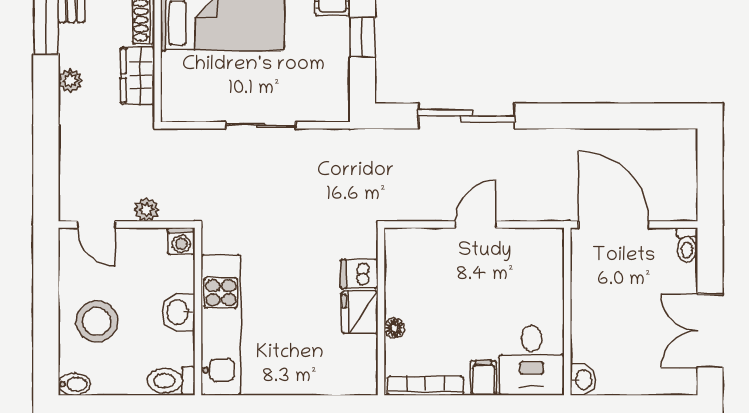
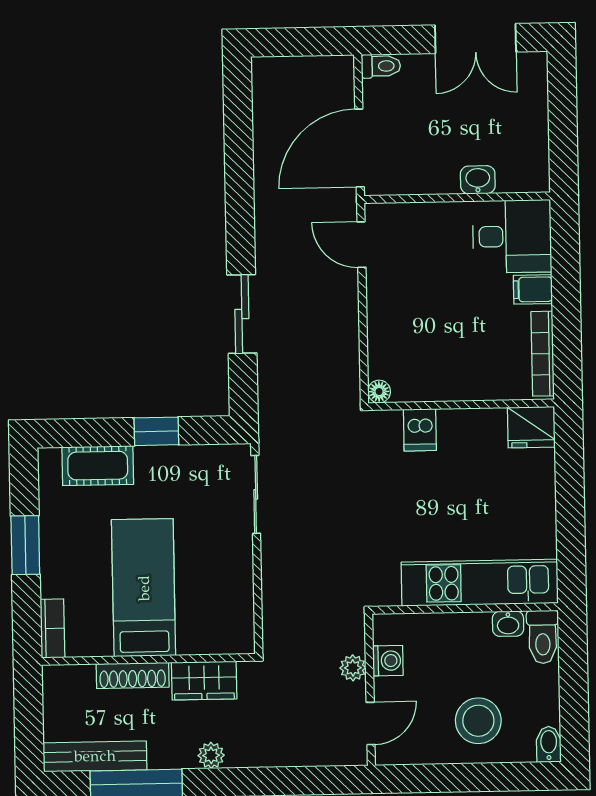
sliding door: (466, 116) -> (242, 314), width x0.73
sliding door: (261, 125) -> (256, 494), moved
door: (476, 225) -> (361, 245), moved
washing machine: (181, 241) -> (388, 661), moved
washbasin: (178, 312) -> (508, 624), moved, width x0.72, depth x0.69
fridge: (360, 312) -> (531, 427), moved
floor lamp: (394, 328) -> (379, 392), moved
washbasin: (583, 380) -> (478, 180), moved

